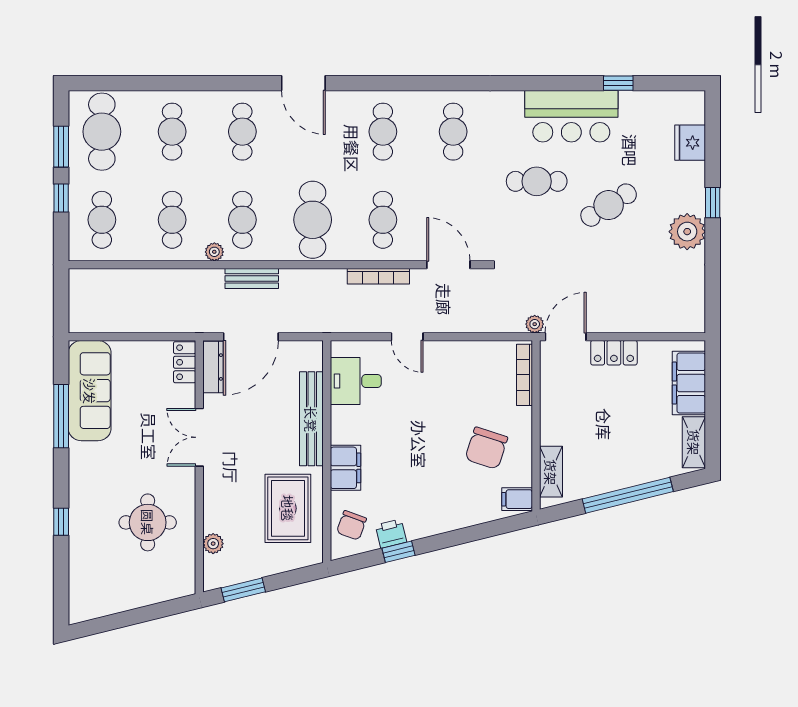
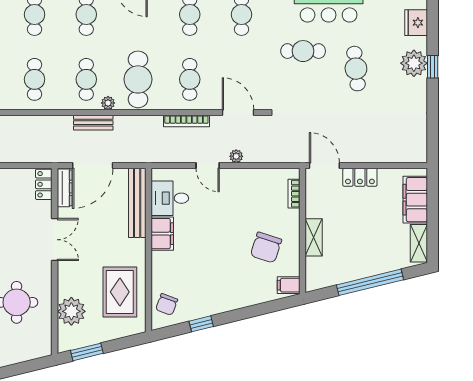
cafe table: (609, 205) -> (356, 69), turned -64
plant: (687, 232) -> (414, 63), moved
plant: (214, 252) -> (108, 103), moved
plant: (535, 324) -> (236, 156), moved
door: (566, 337) -> (324, 166), hinge flipped
bookcase: (524, 375) -> (294, 194), width x0.64
bench: (311, 419) -> (137, 203), moved
double door: (199, 437) -> (55, 240), swing flipped
filing cabinet: (345, 468) -> (162, 234), moved
shelving: (551, 472) -> (314, 237), moved
printer: (391, 534) -> (196, 311), removed
plant: (213, 544) -> (71, 311), width x1.87, depth x1.87

